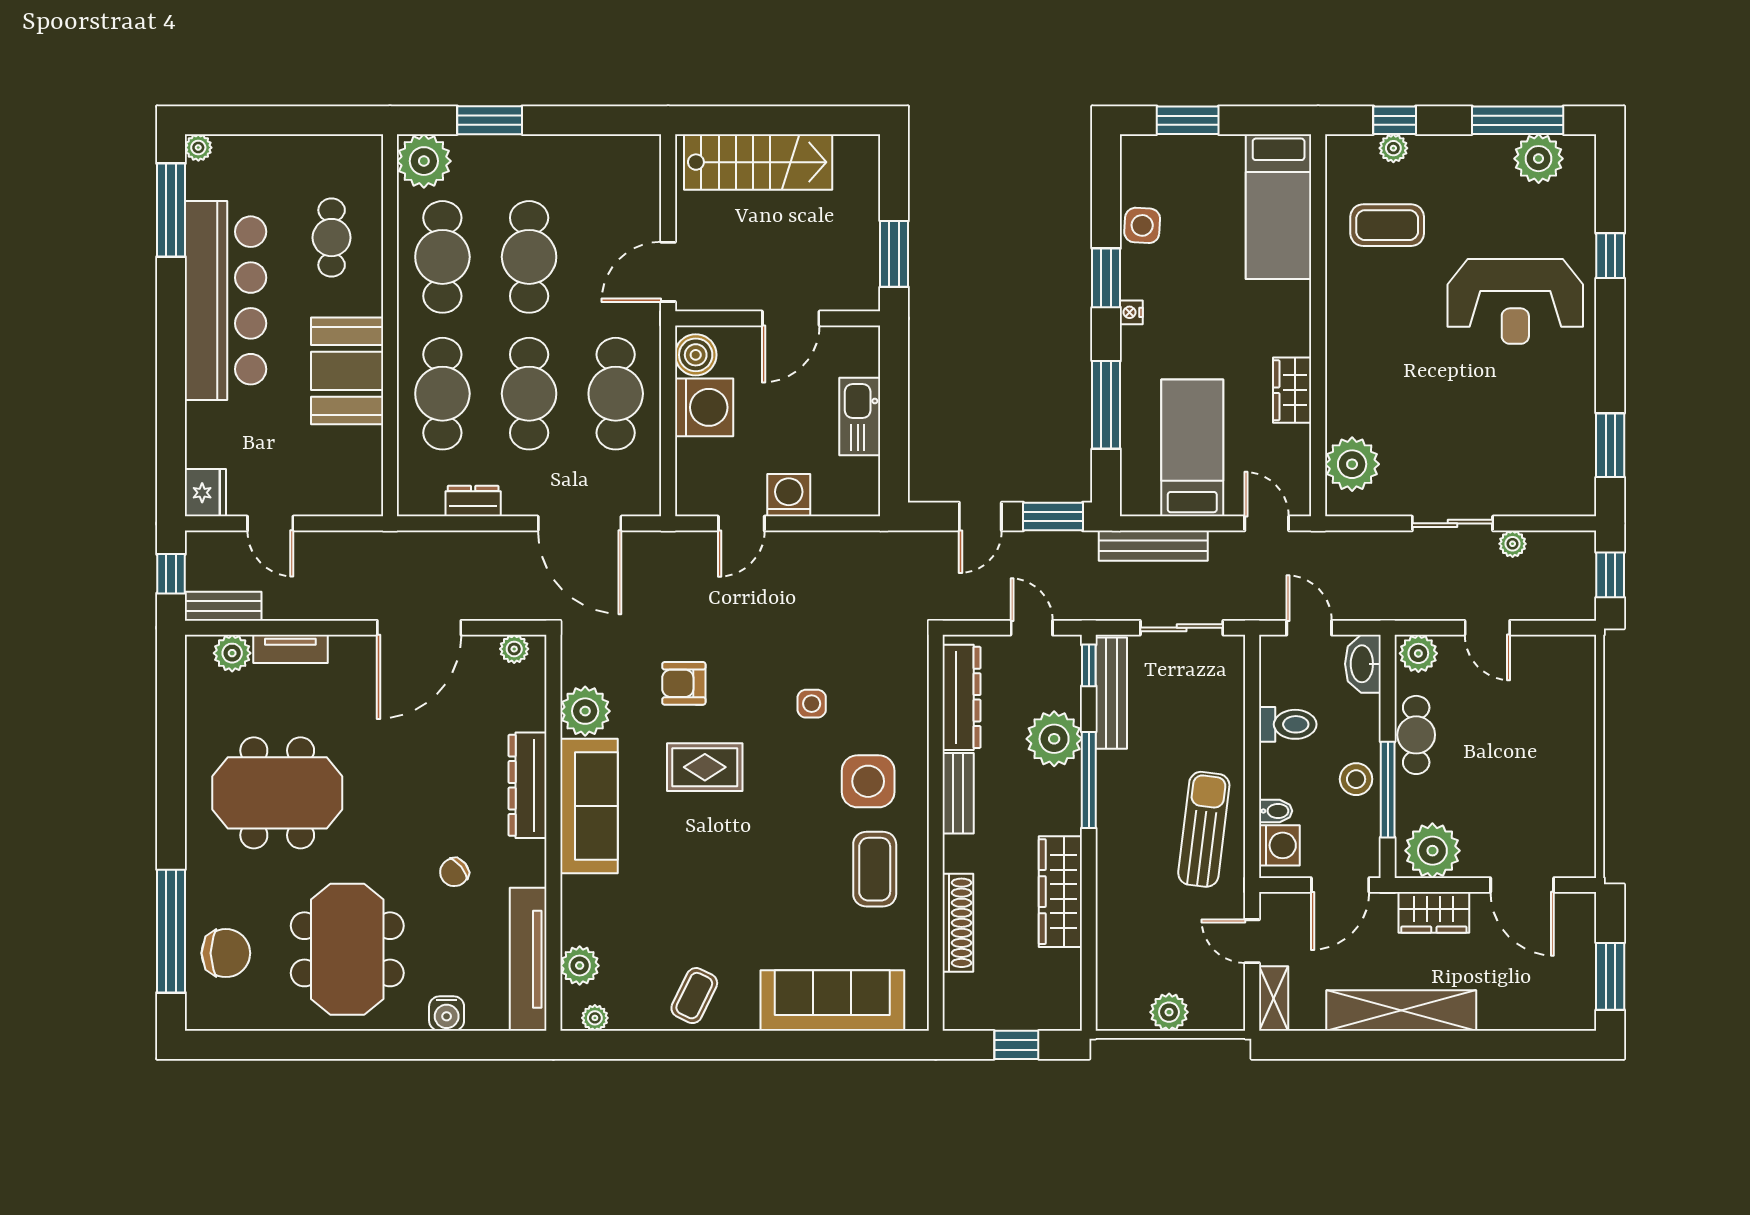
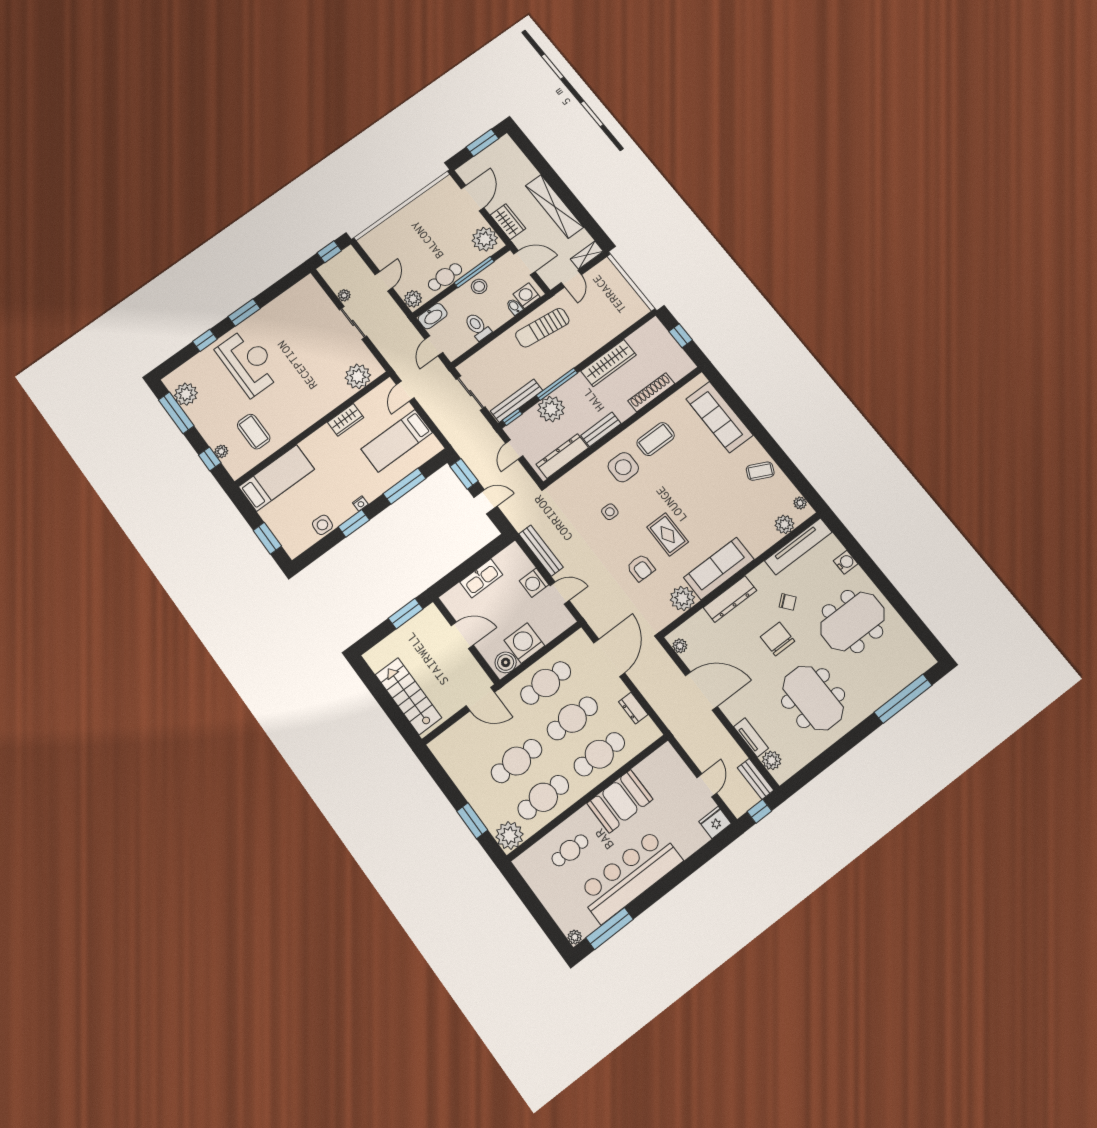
window: (1610, 445) -> (244, 312), moved
bench: (1153, 546) -> (541, 550), moved
chair: (226, 953) -> (778, 639), moved
plant: (1169, 1012) -> (623, 289), removed

